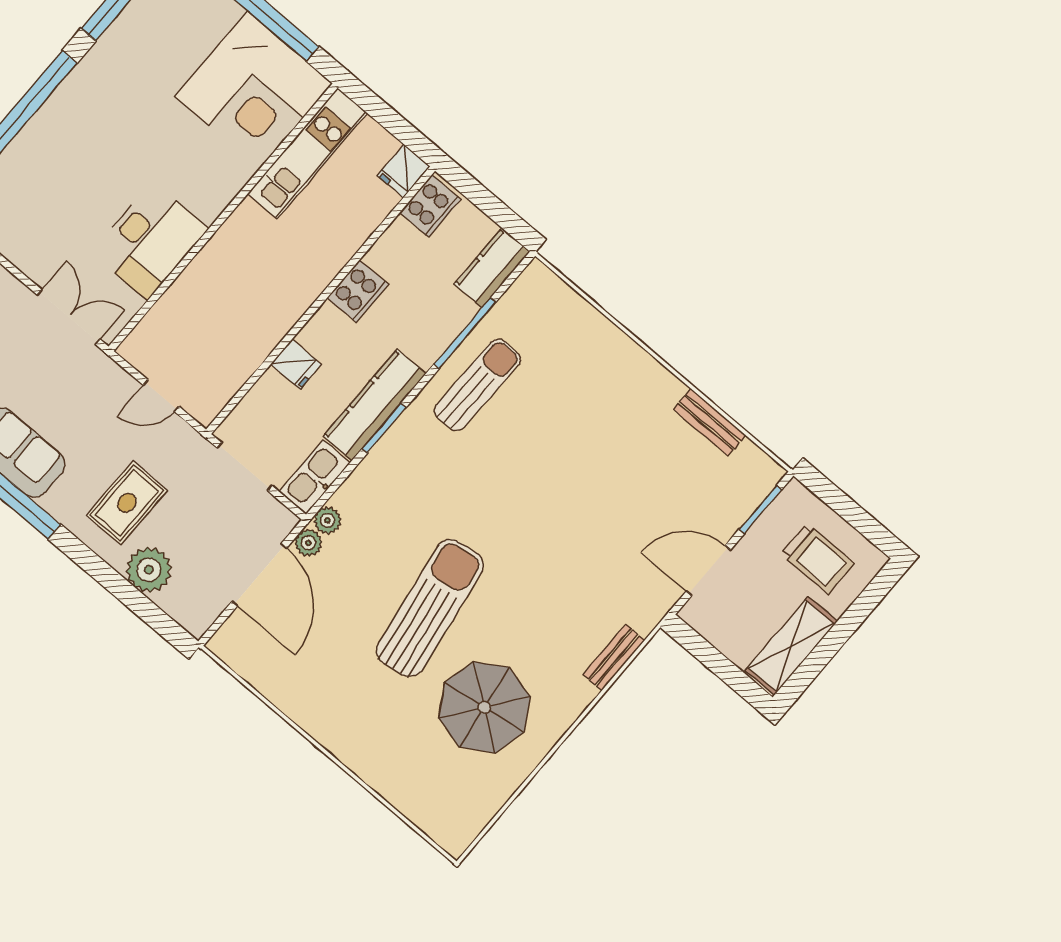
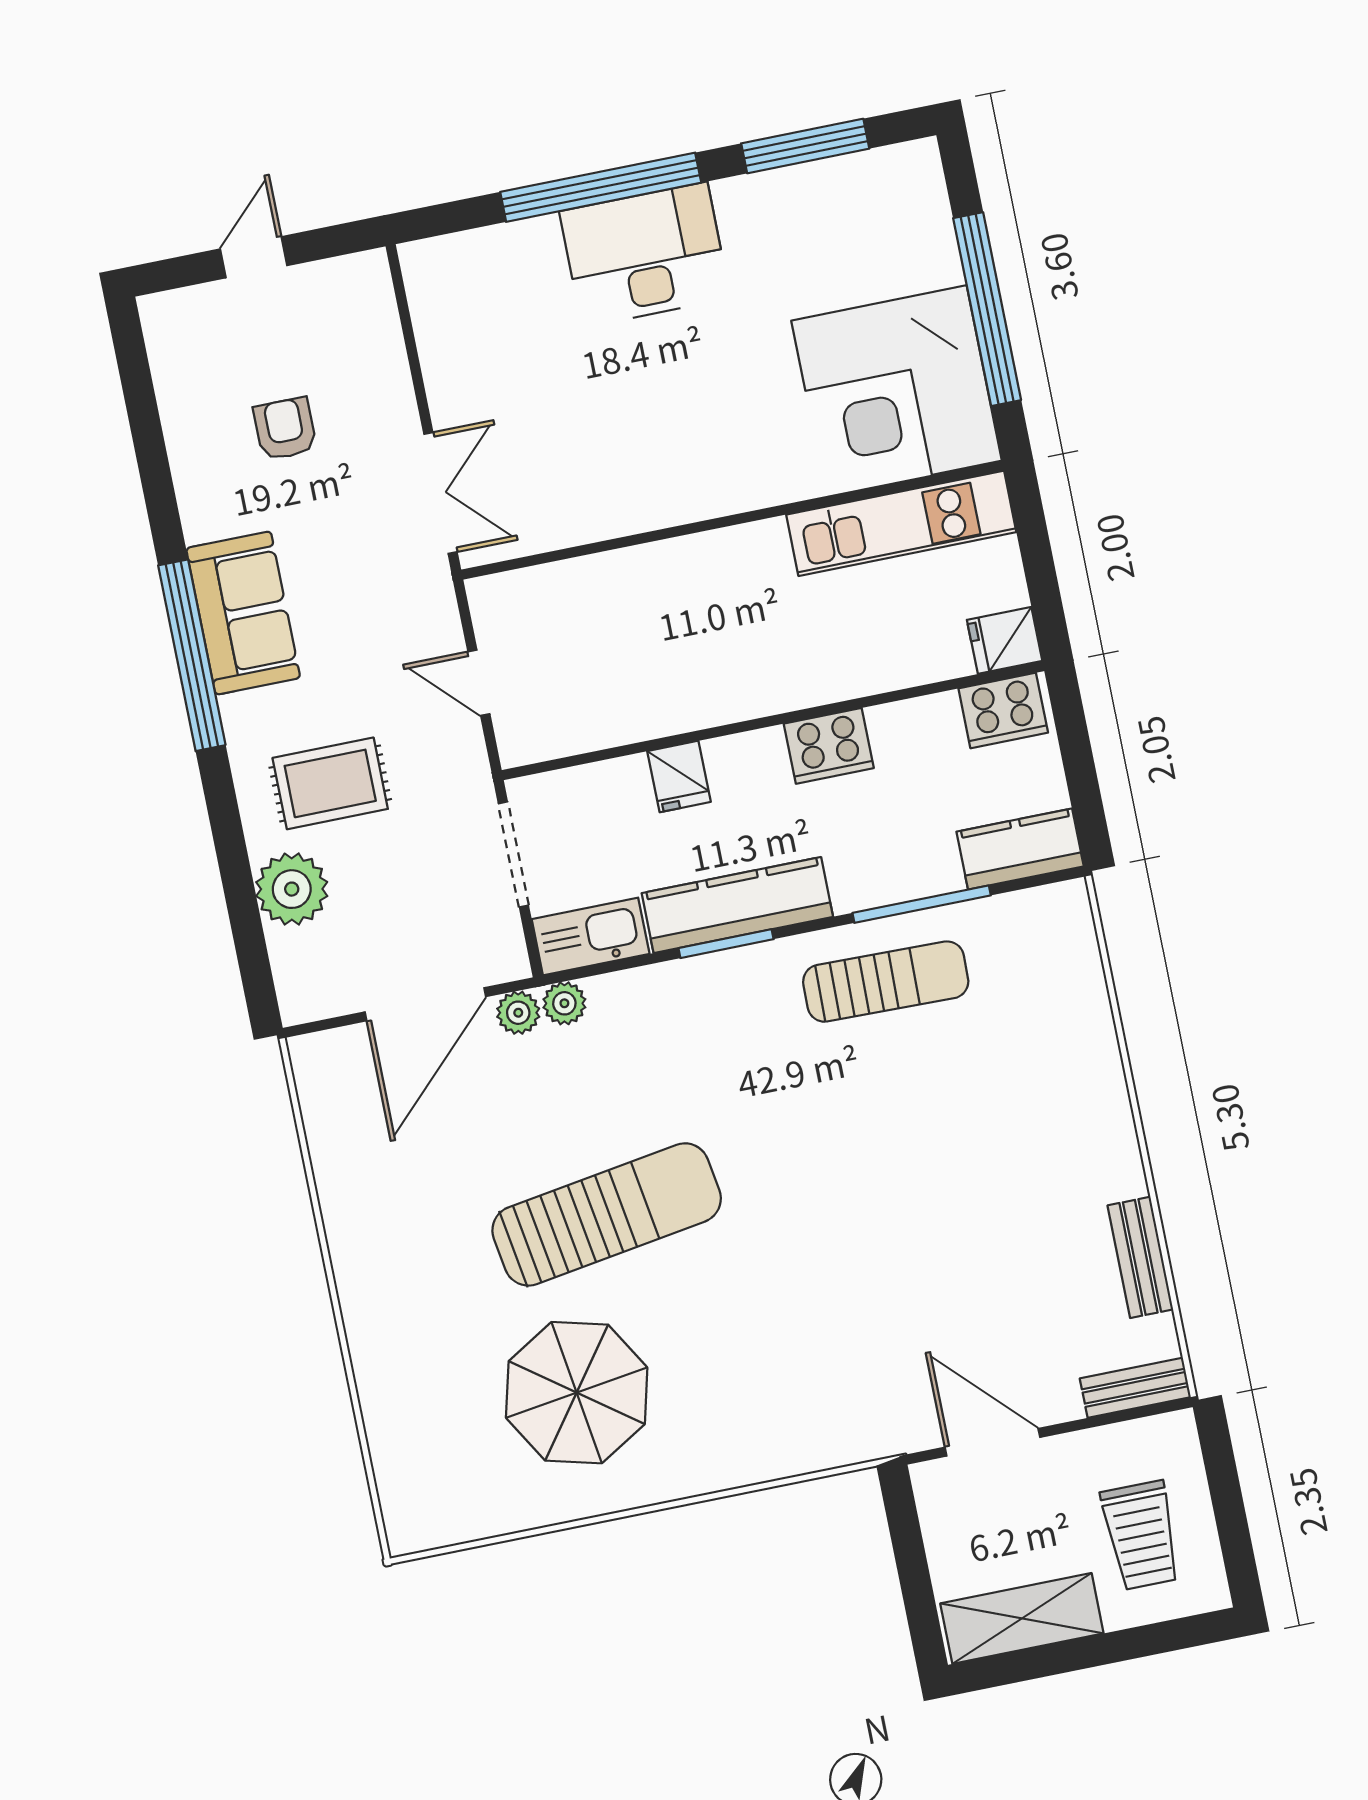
desk: (150, 241) -> (645, 255), moved, turned 180
window: (760, 509) -> (1118, 1417), removed
bench: (614, 657) -> (1135, 1388), moved

